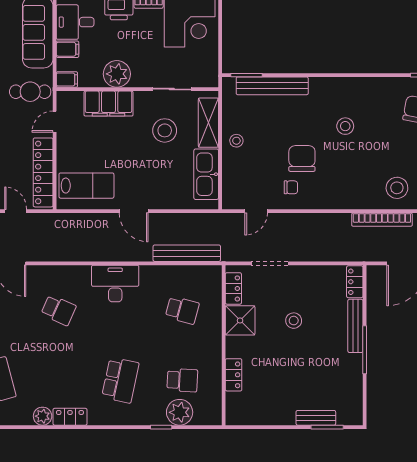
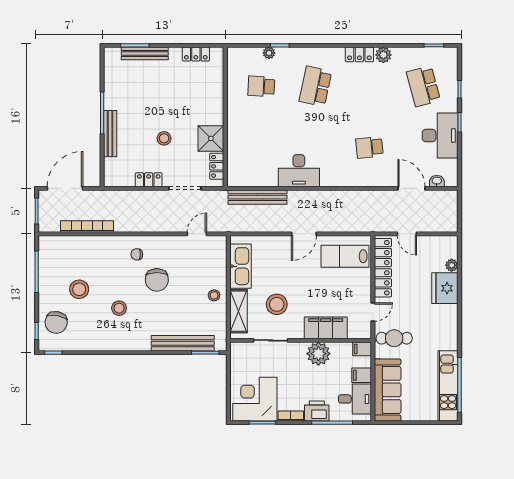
chair: (291, 187) -> (137, 254), moved
stool: (397, 188) -> (79, 289), moved
door: (134, 211) -> (304, 234), swing flipped
locker: (355, 282) -> (149, 180), moved, turned -90
desk: (115, 283) -> (299, 171), moved
school desk: (59, 310) -> (369, 147), turned -30
school desk: (182, 310) -> (261, 147), removed
locker: (234, 375) -> (196, 54), moved, turned -90
plant: (180, 412) -> (269, 53), width x0.53, depth x0.53
bench: (316, 418) -> (145, 53), width x1.36

